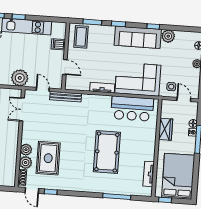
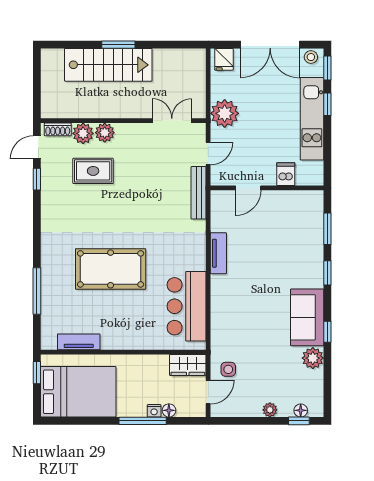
coffee table: (81, 37) -> (301, 212), removed
sofa: (138, 37) -> (307, 317), width x0.73
corner sofa: (138, 79) -> (237, 312), removed
wardrobe: (166, 129) -> (188, 365), moved
rug: (48, 158) -> (93, 171), width x0.73, depth x0.70

